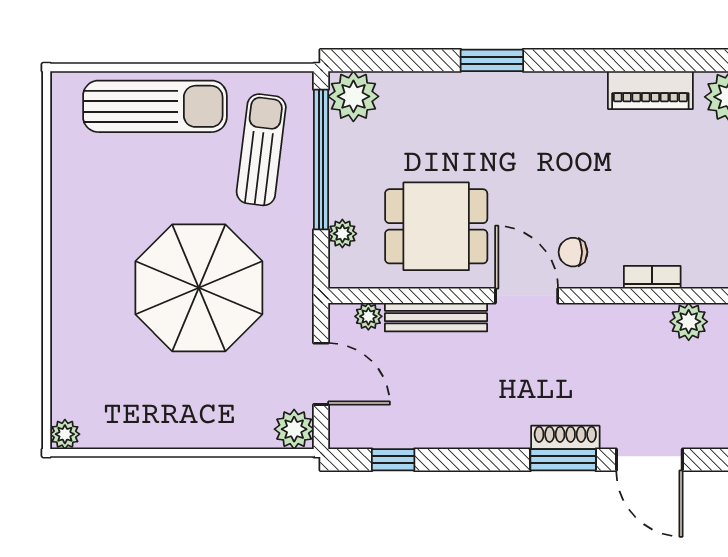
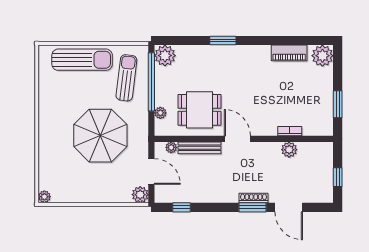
chair: (573, 252) -> (257, 121), removed
plant: (689, 322) -> (289, 150), moved

